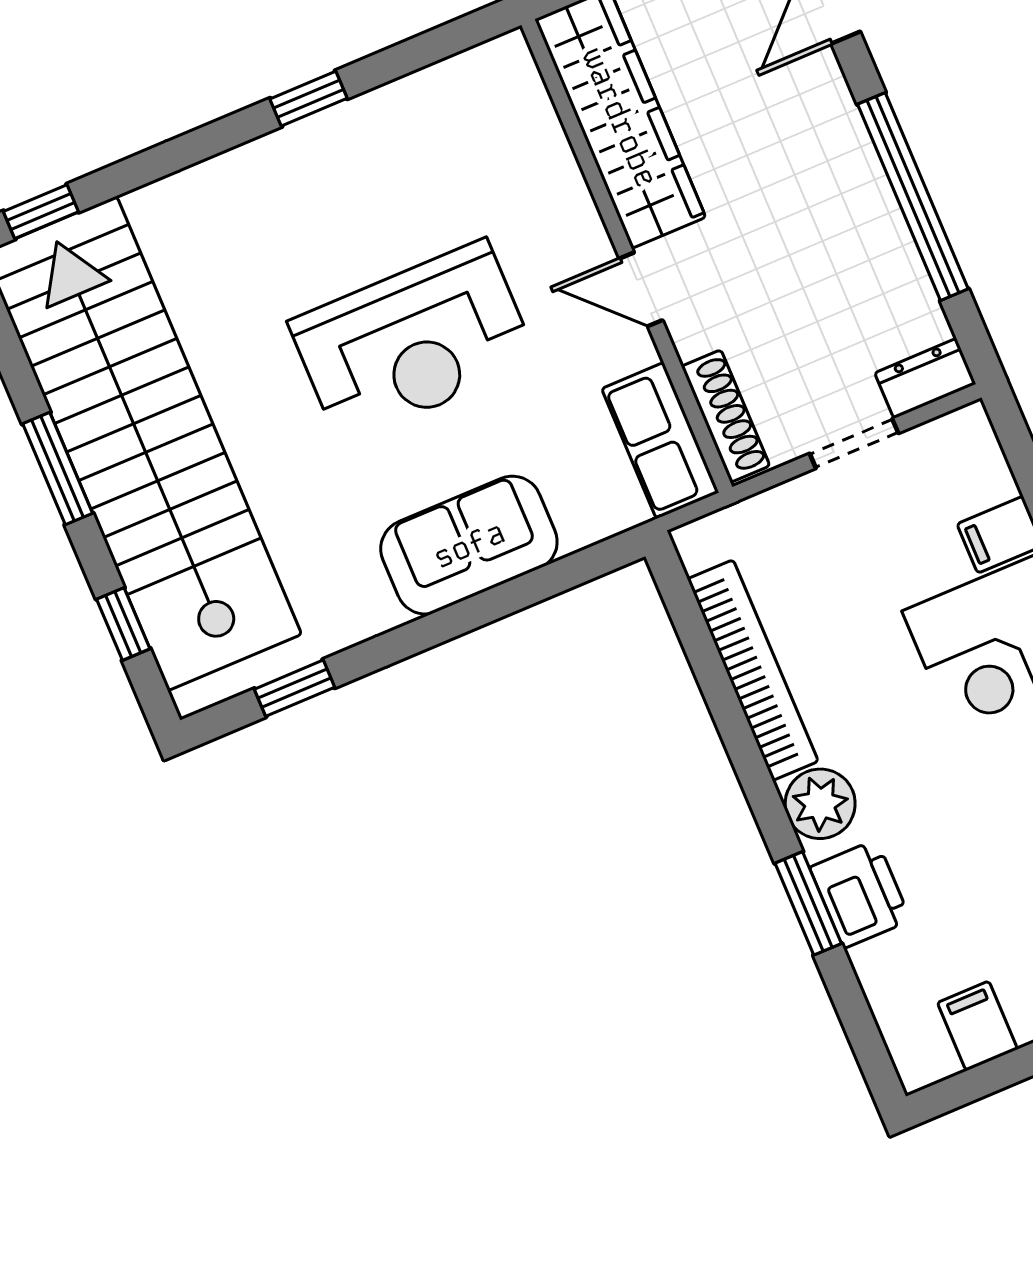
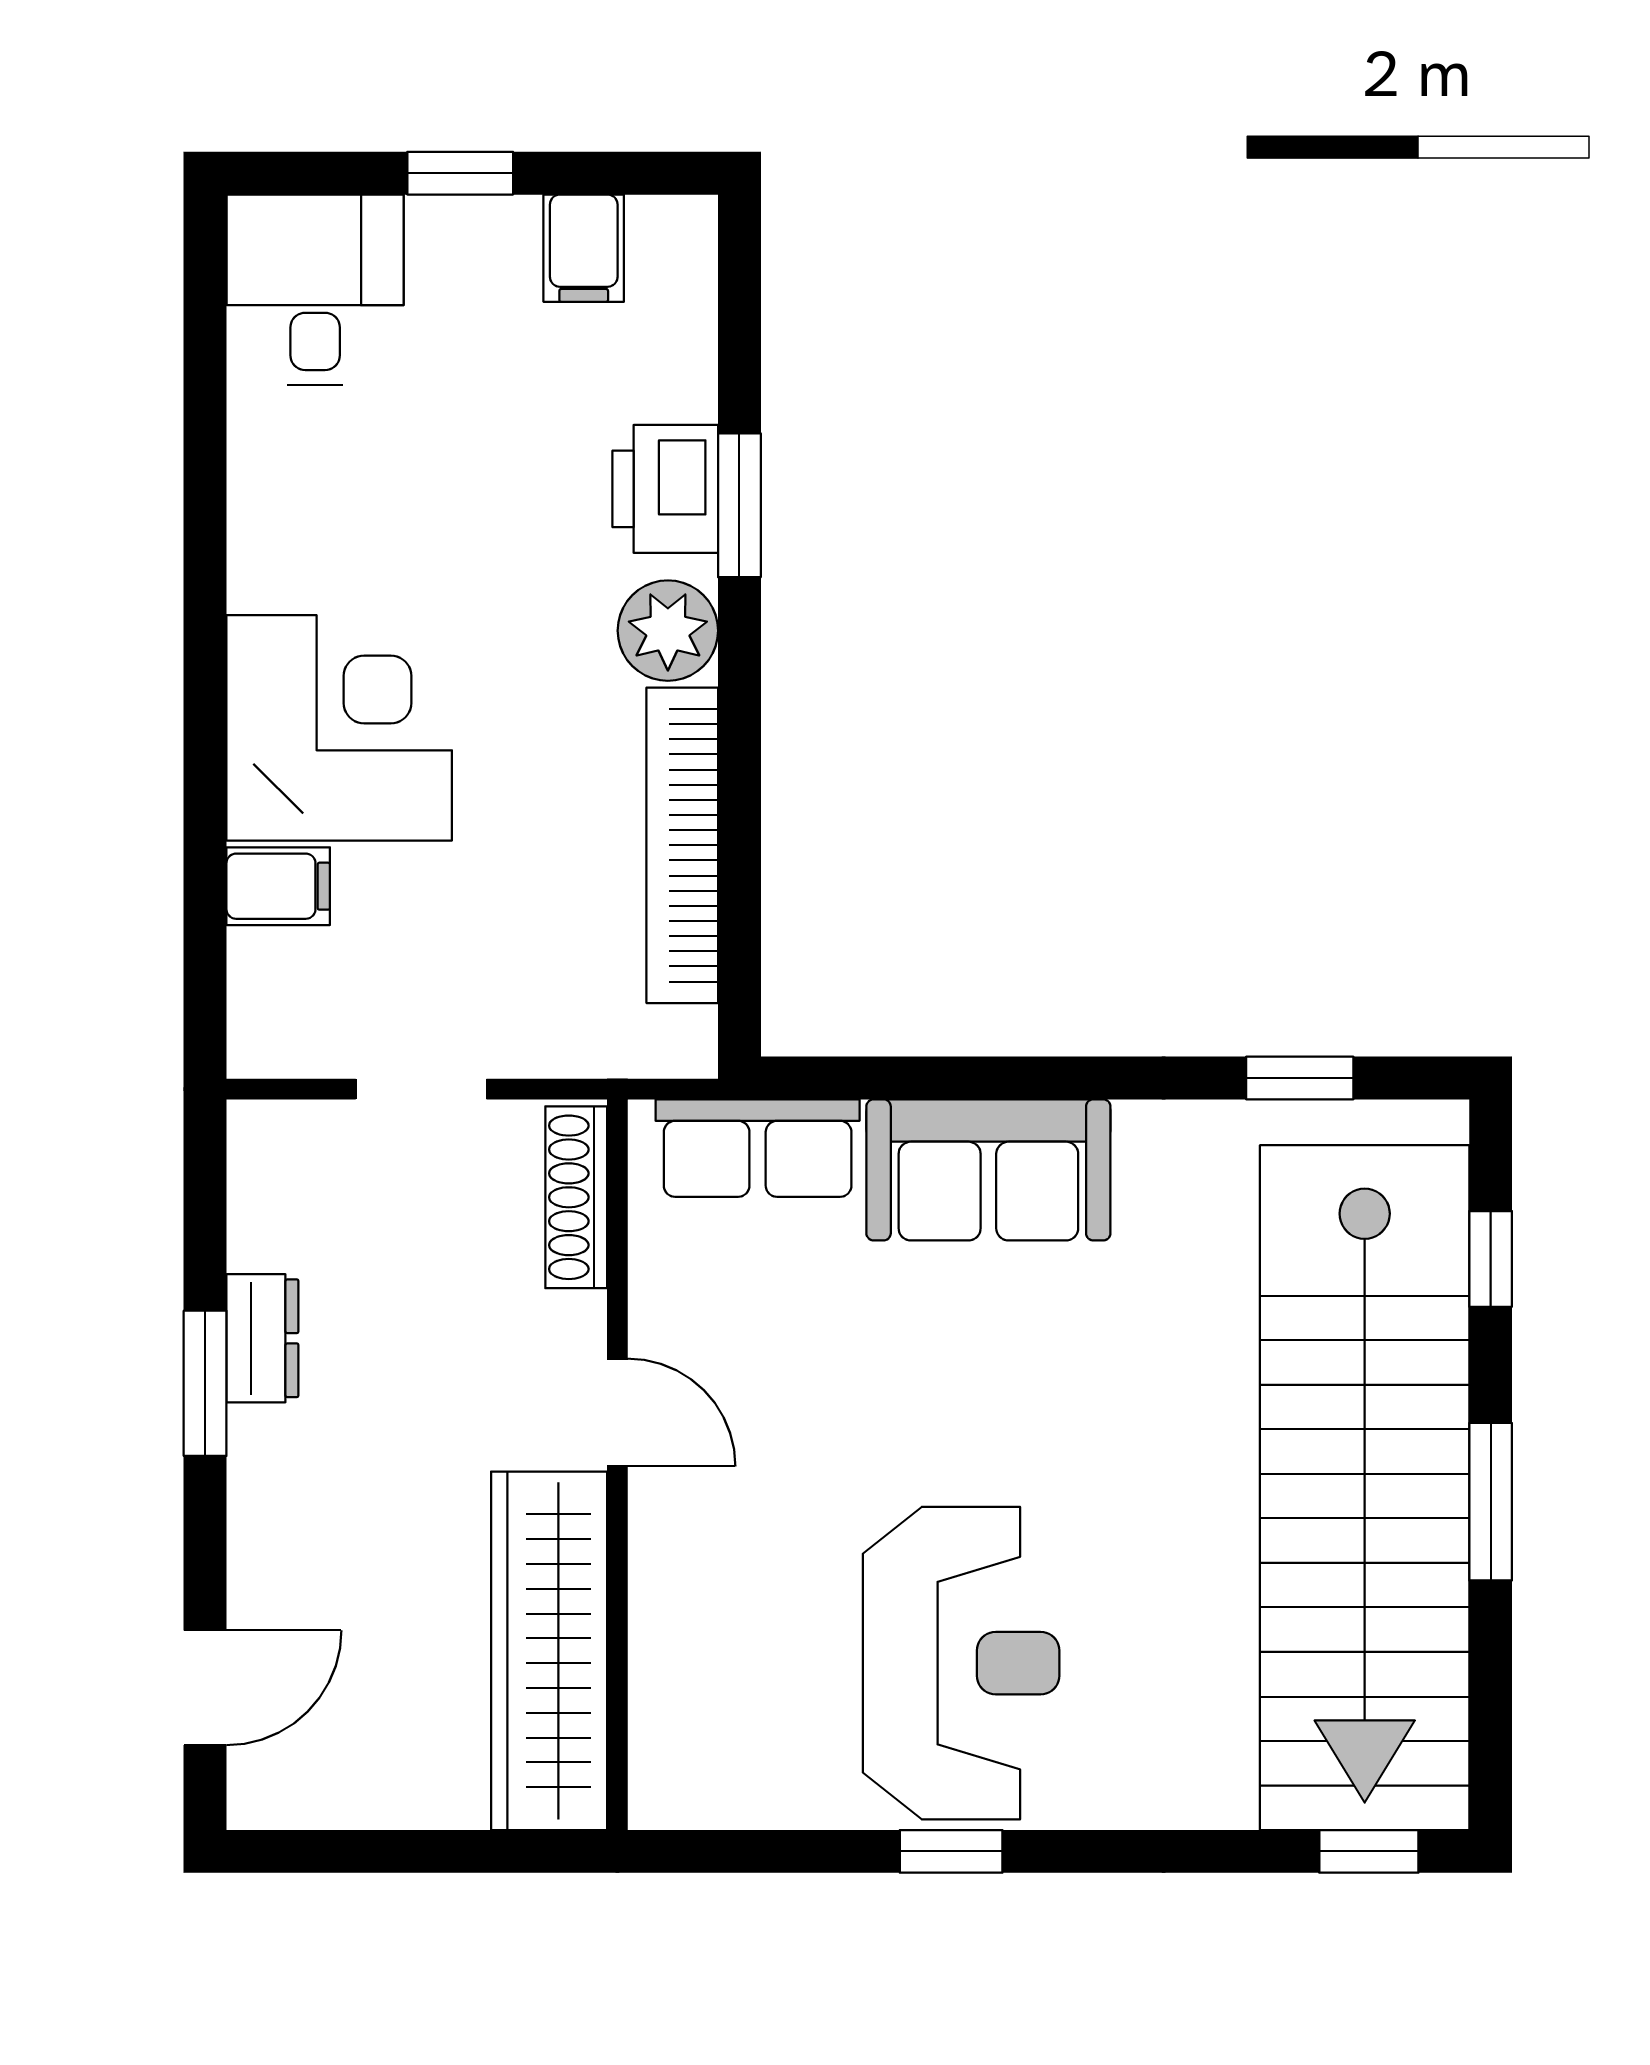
window: (913, 197) -> (205, 1383), width x0.47
reception desk: (413, 342) -> (961, 1663), moved, turned 90
dresser: (925, 378) -> (262, 1338), moved, turned -90
row of seats: (660, 441) -> (758, 1148), moved, turned 90

